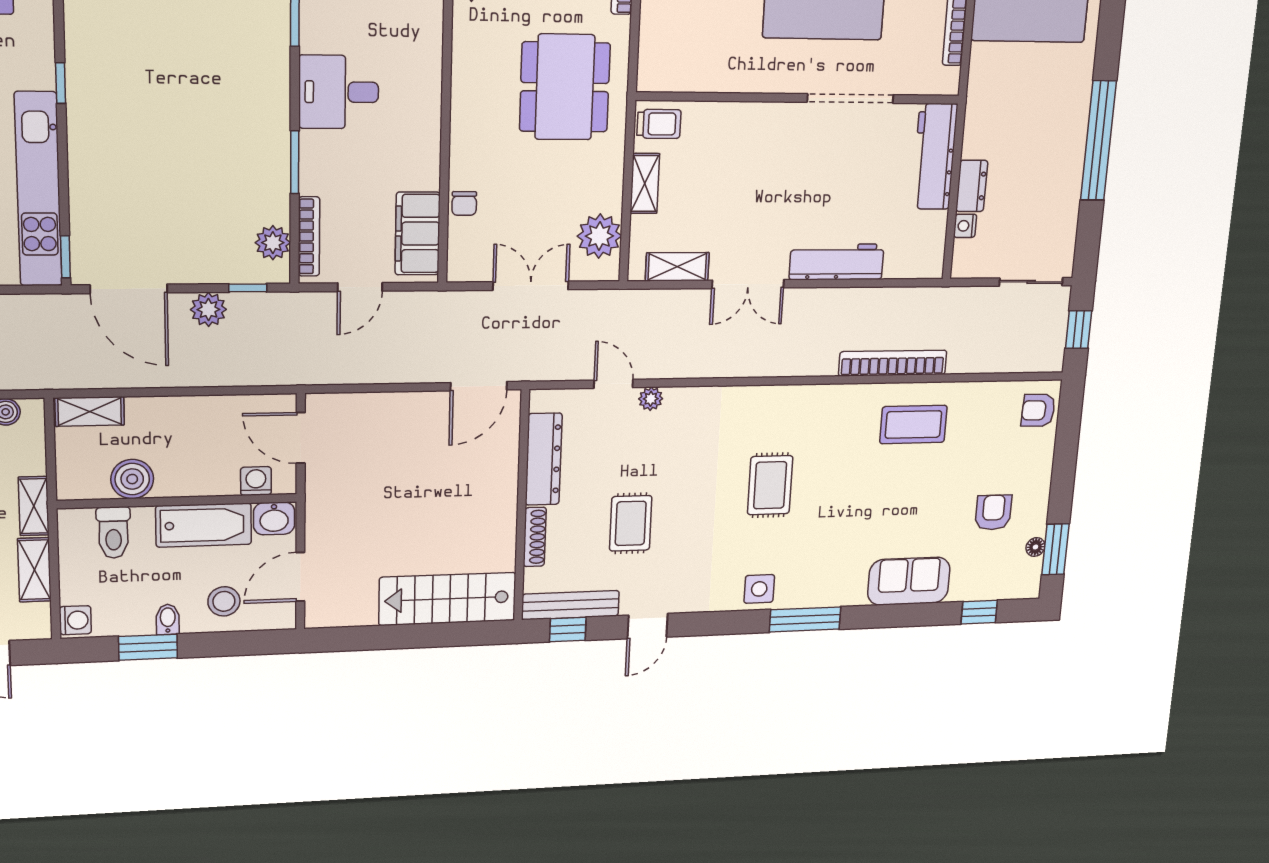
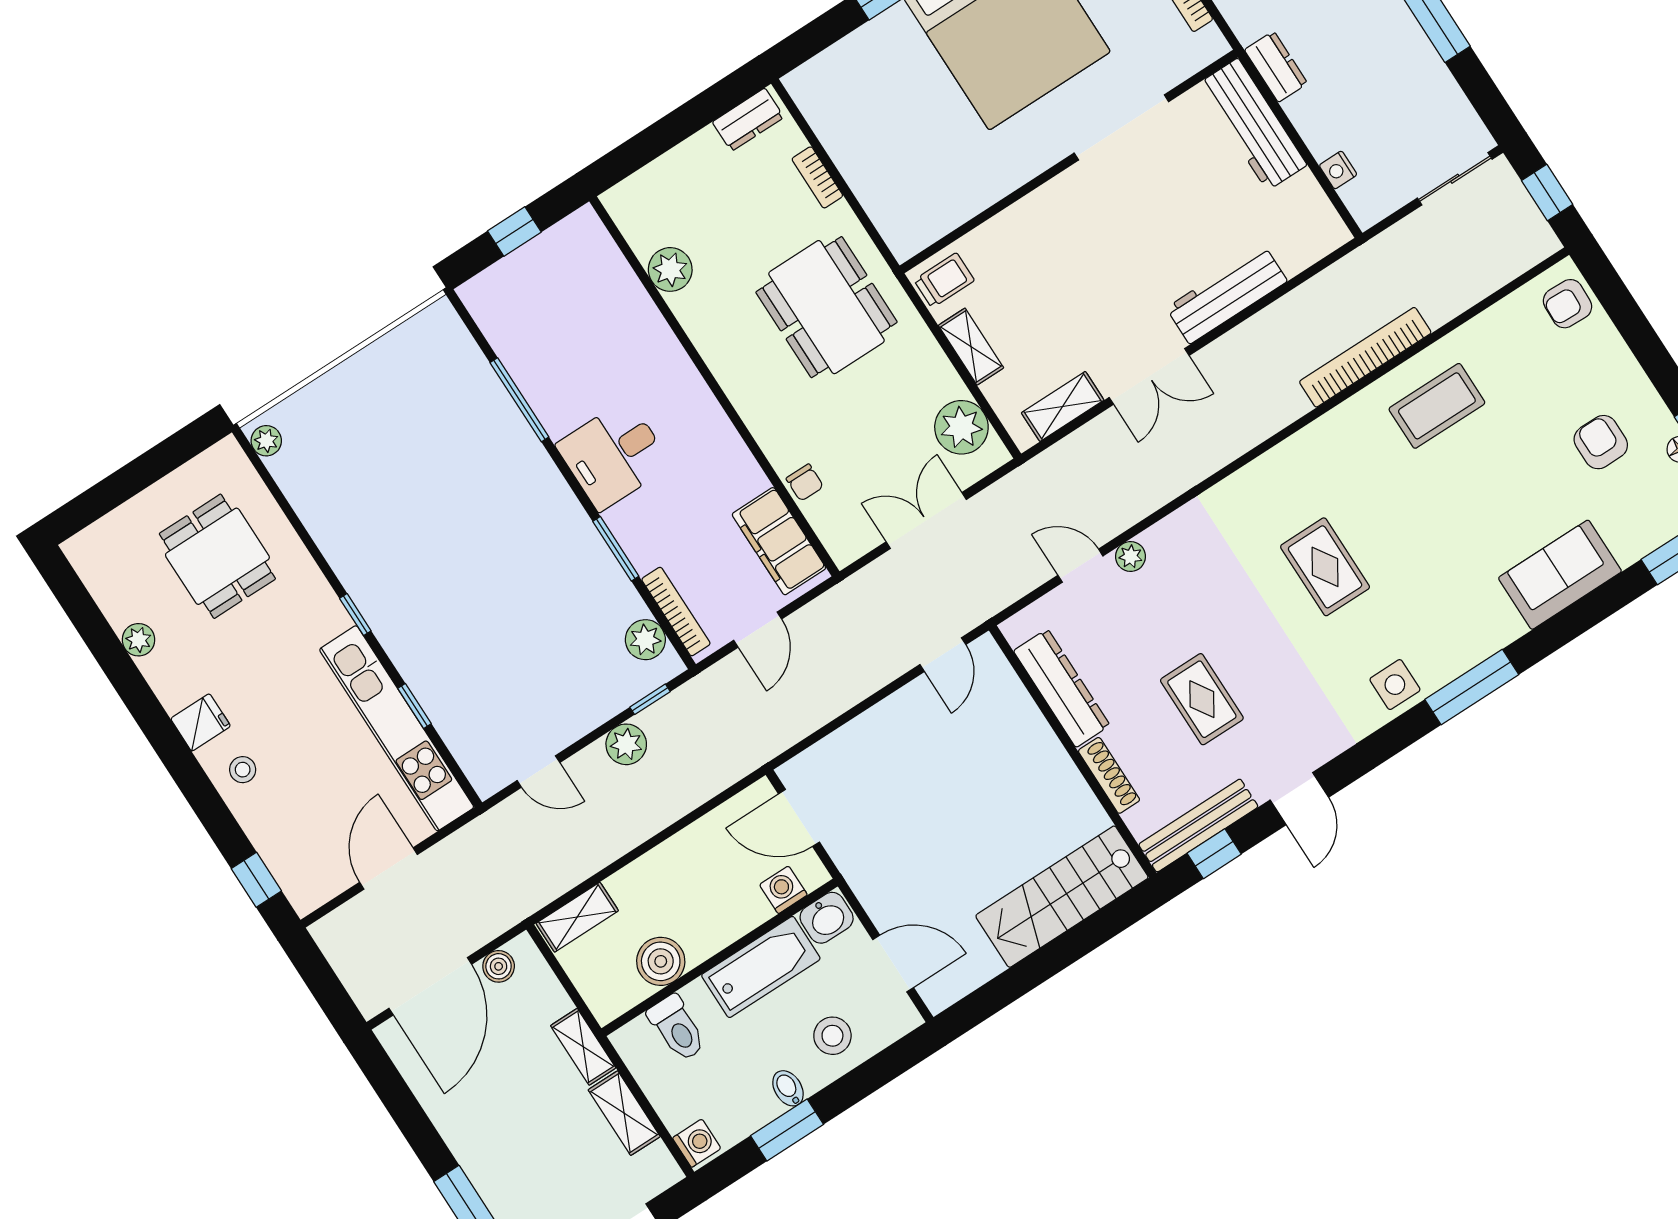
dresser: (972, 186) -> (1276, 67), moved
window: (65, 257) -> (414, 706), moved
door: (129, 289) -> (538, 771), width x0.53
door: (479, 386) -> (943, 655), width x0.73
door: (300, 577) -> (893, 964), swing flipped

